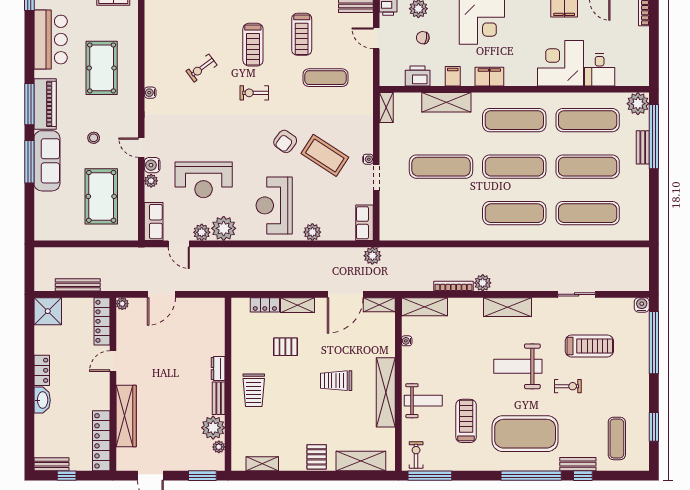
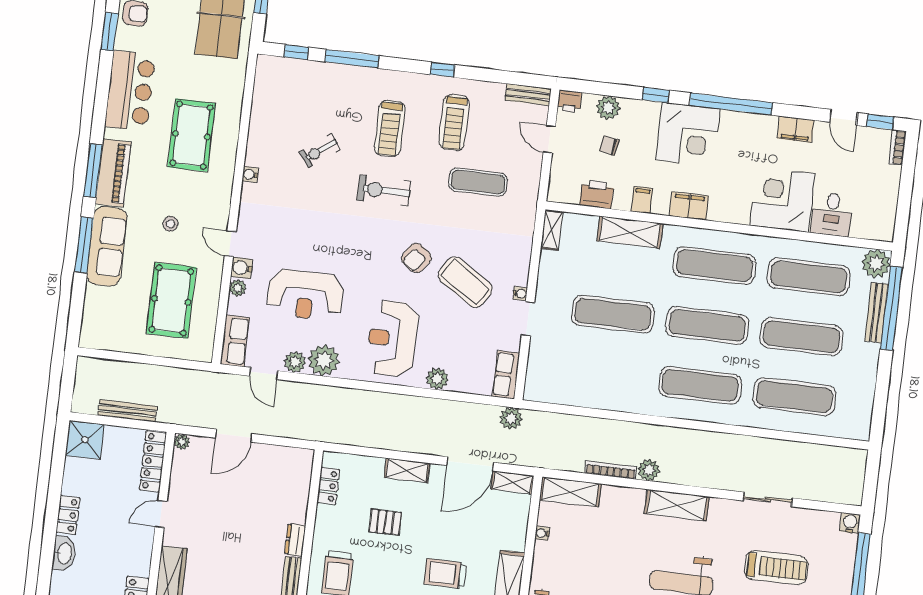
exercise bike: (254, 93) -> (384, 191), width x1.38, depth x1.39
bench: (643, 147) -> (876, 313), width x1.36
locker: (265, 305) -> (328, 486), moved, turned -90

